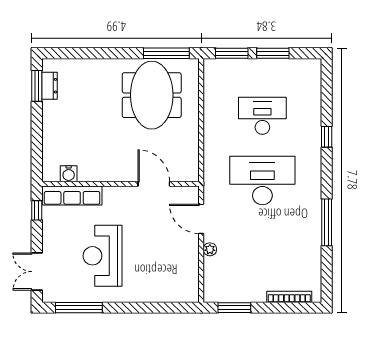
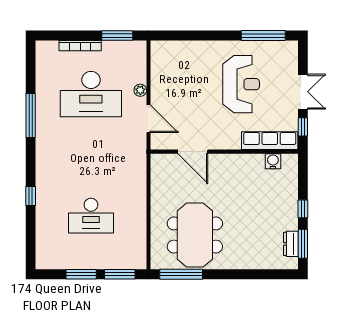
window: (37, 123) -> (303, 209), added
desk: (262, 180) -> (91, 94), moved
double door: (37, 272) -> (303, 92), moved
bookcase: (289, 297) -> (80, 46), moved

